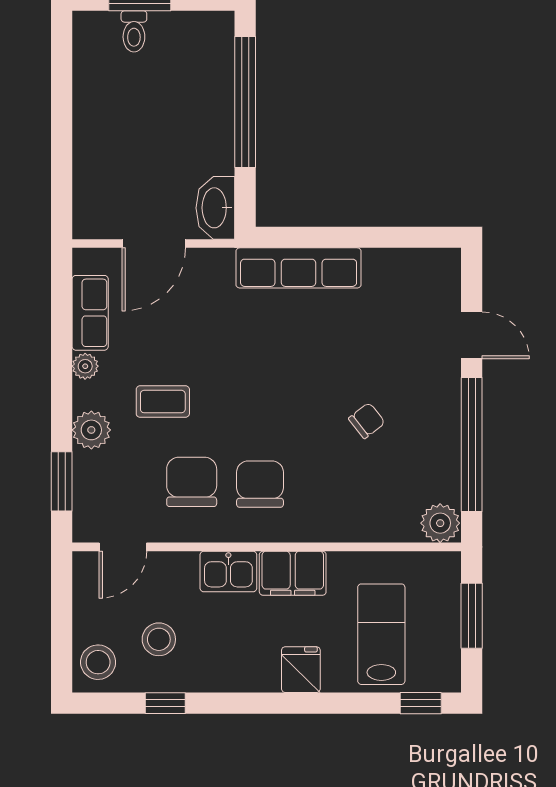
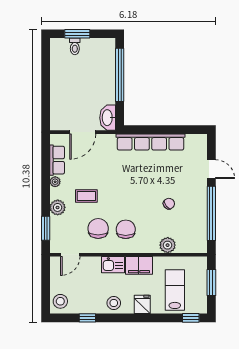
row of seats: (299, 268) -> (151, 142), width x1.36
plant: (440, 523) -> (168, 245), moved
stool: (159, 639) -> (114, 303), moved

